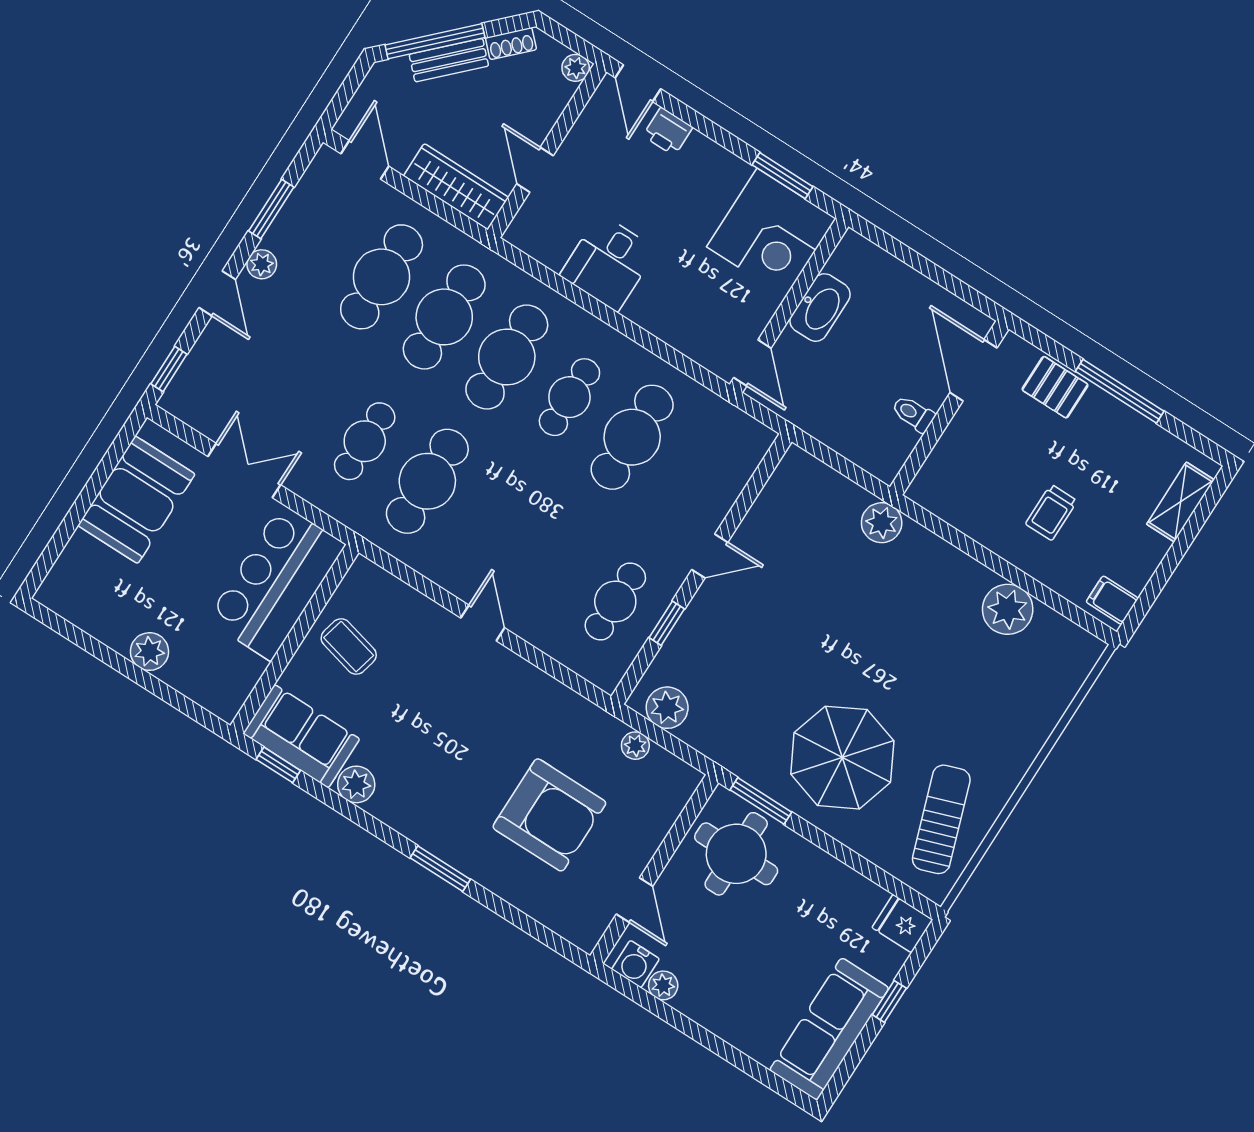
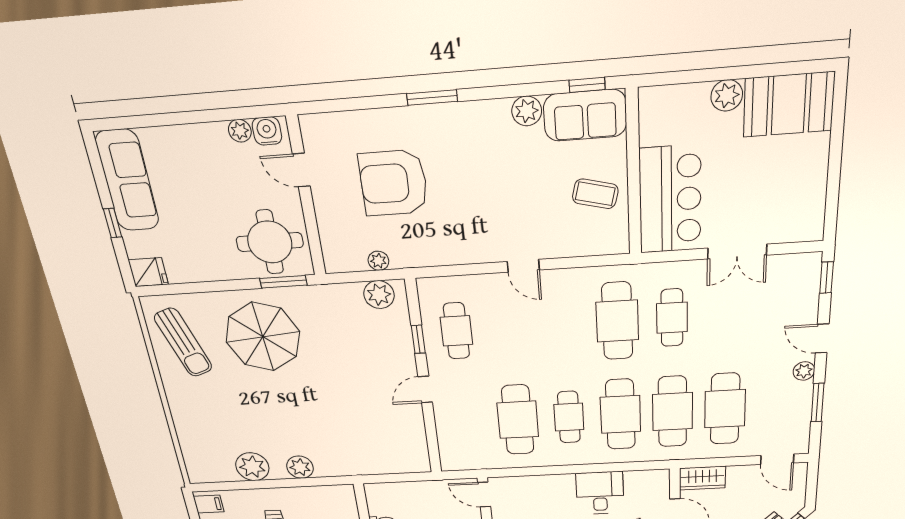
wardrobe: (456, 187) -> (702, 478), width x0.67
booth: (136, 500) -> (789, 104), moved, turned 90
plant: (882, 523) -> (300, 467), moved

